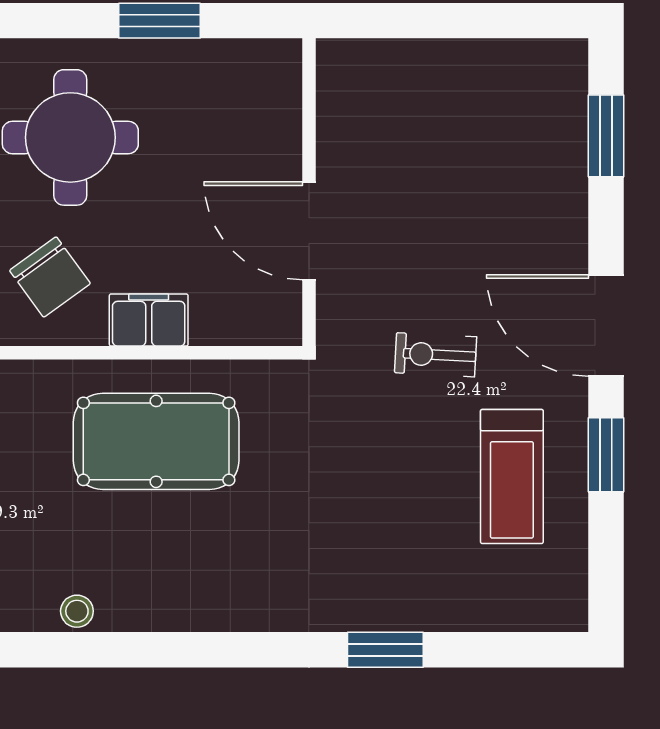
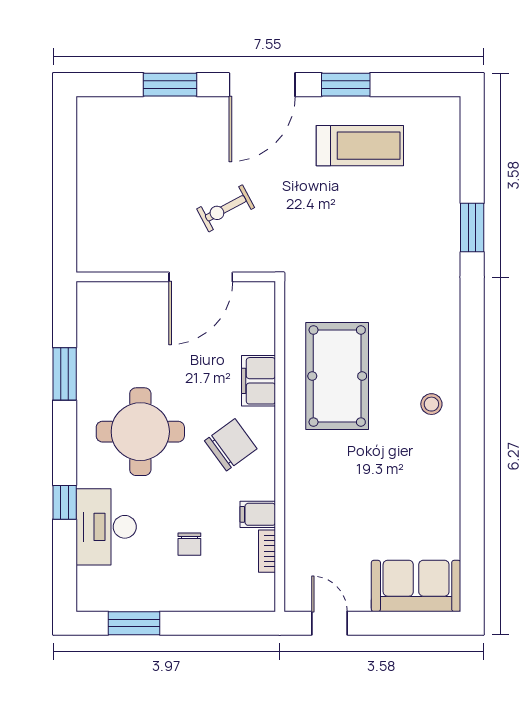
window: (606, 136) -> (170, 85), moved
exercise bike: (436, 355) -> (226, 208), moved, turned 59
stool: (77, 611) -> (431, 404), moved

